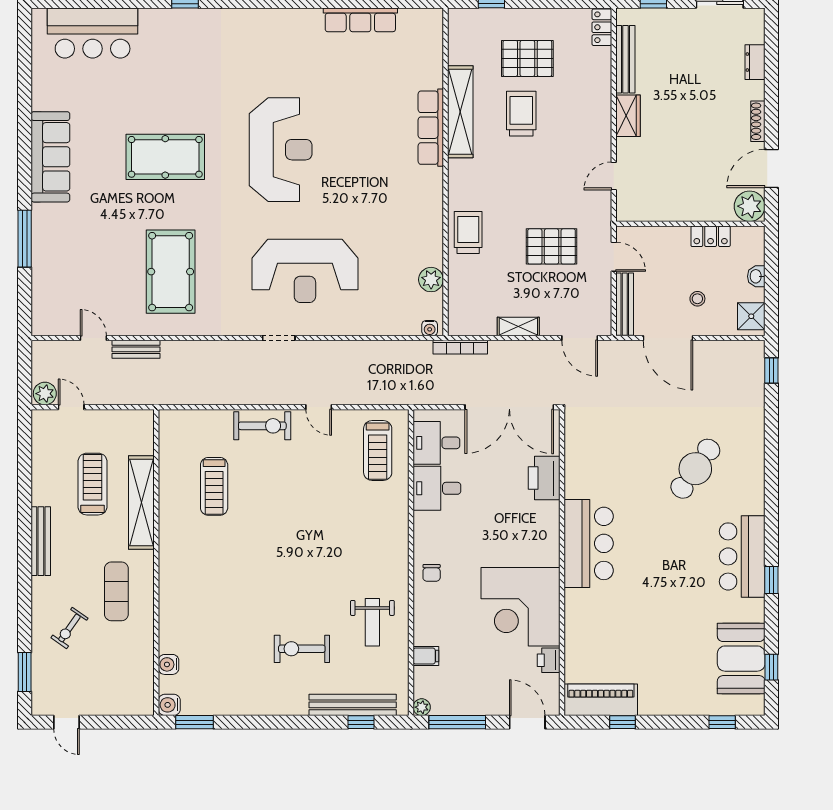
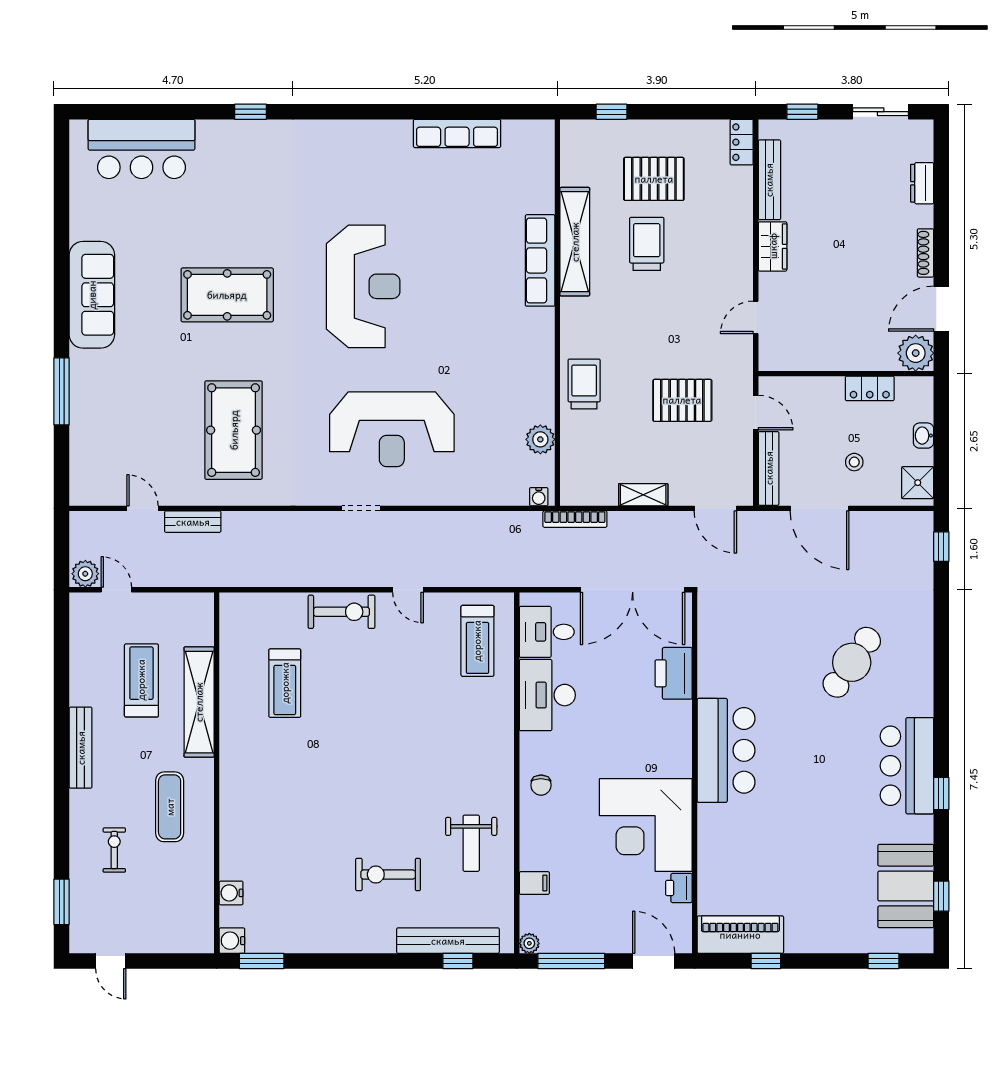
desk: (437, 488) -> (547, 695), width x1.37
exercise bike: (69, 628) -> (114, 850), turned 145

